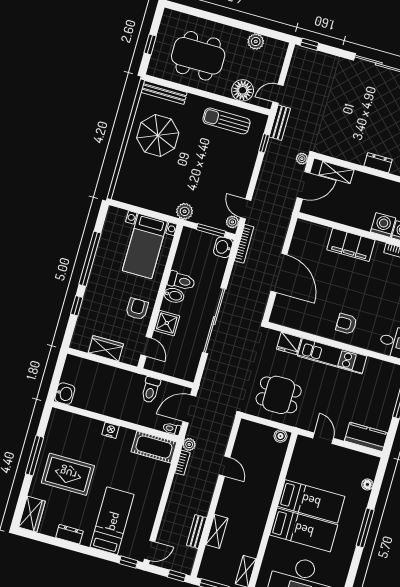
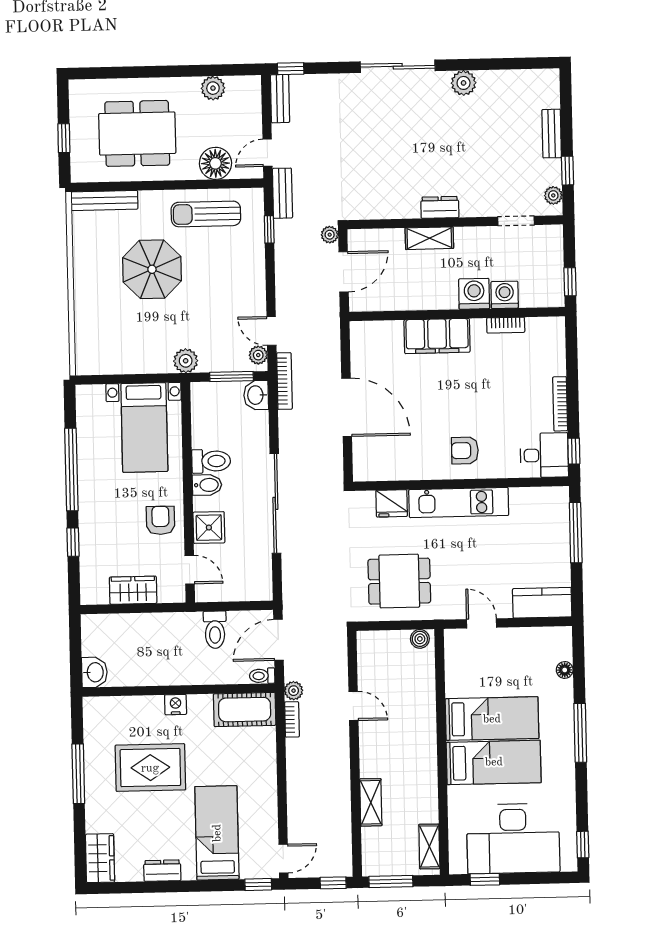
parasol: (158, 135) -> (152, 269), moved
shelving: (336, 172) -> (429, 238), moved
rug: (68, 474) -> (150, 768), moved
bench: (197, 532) -> (280, 99), moved

